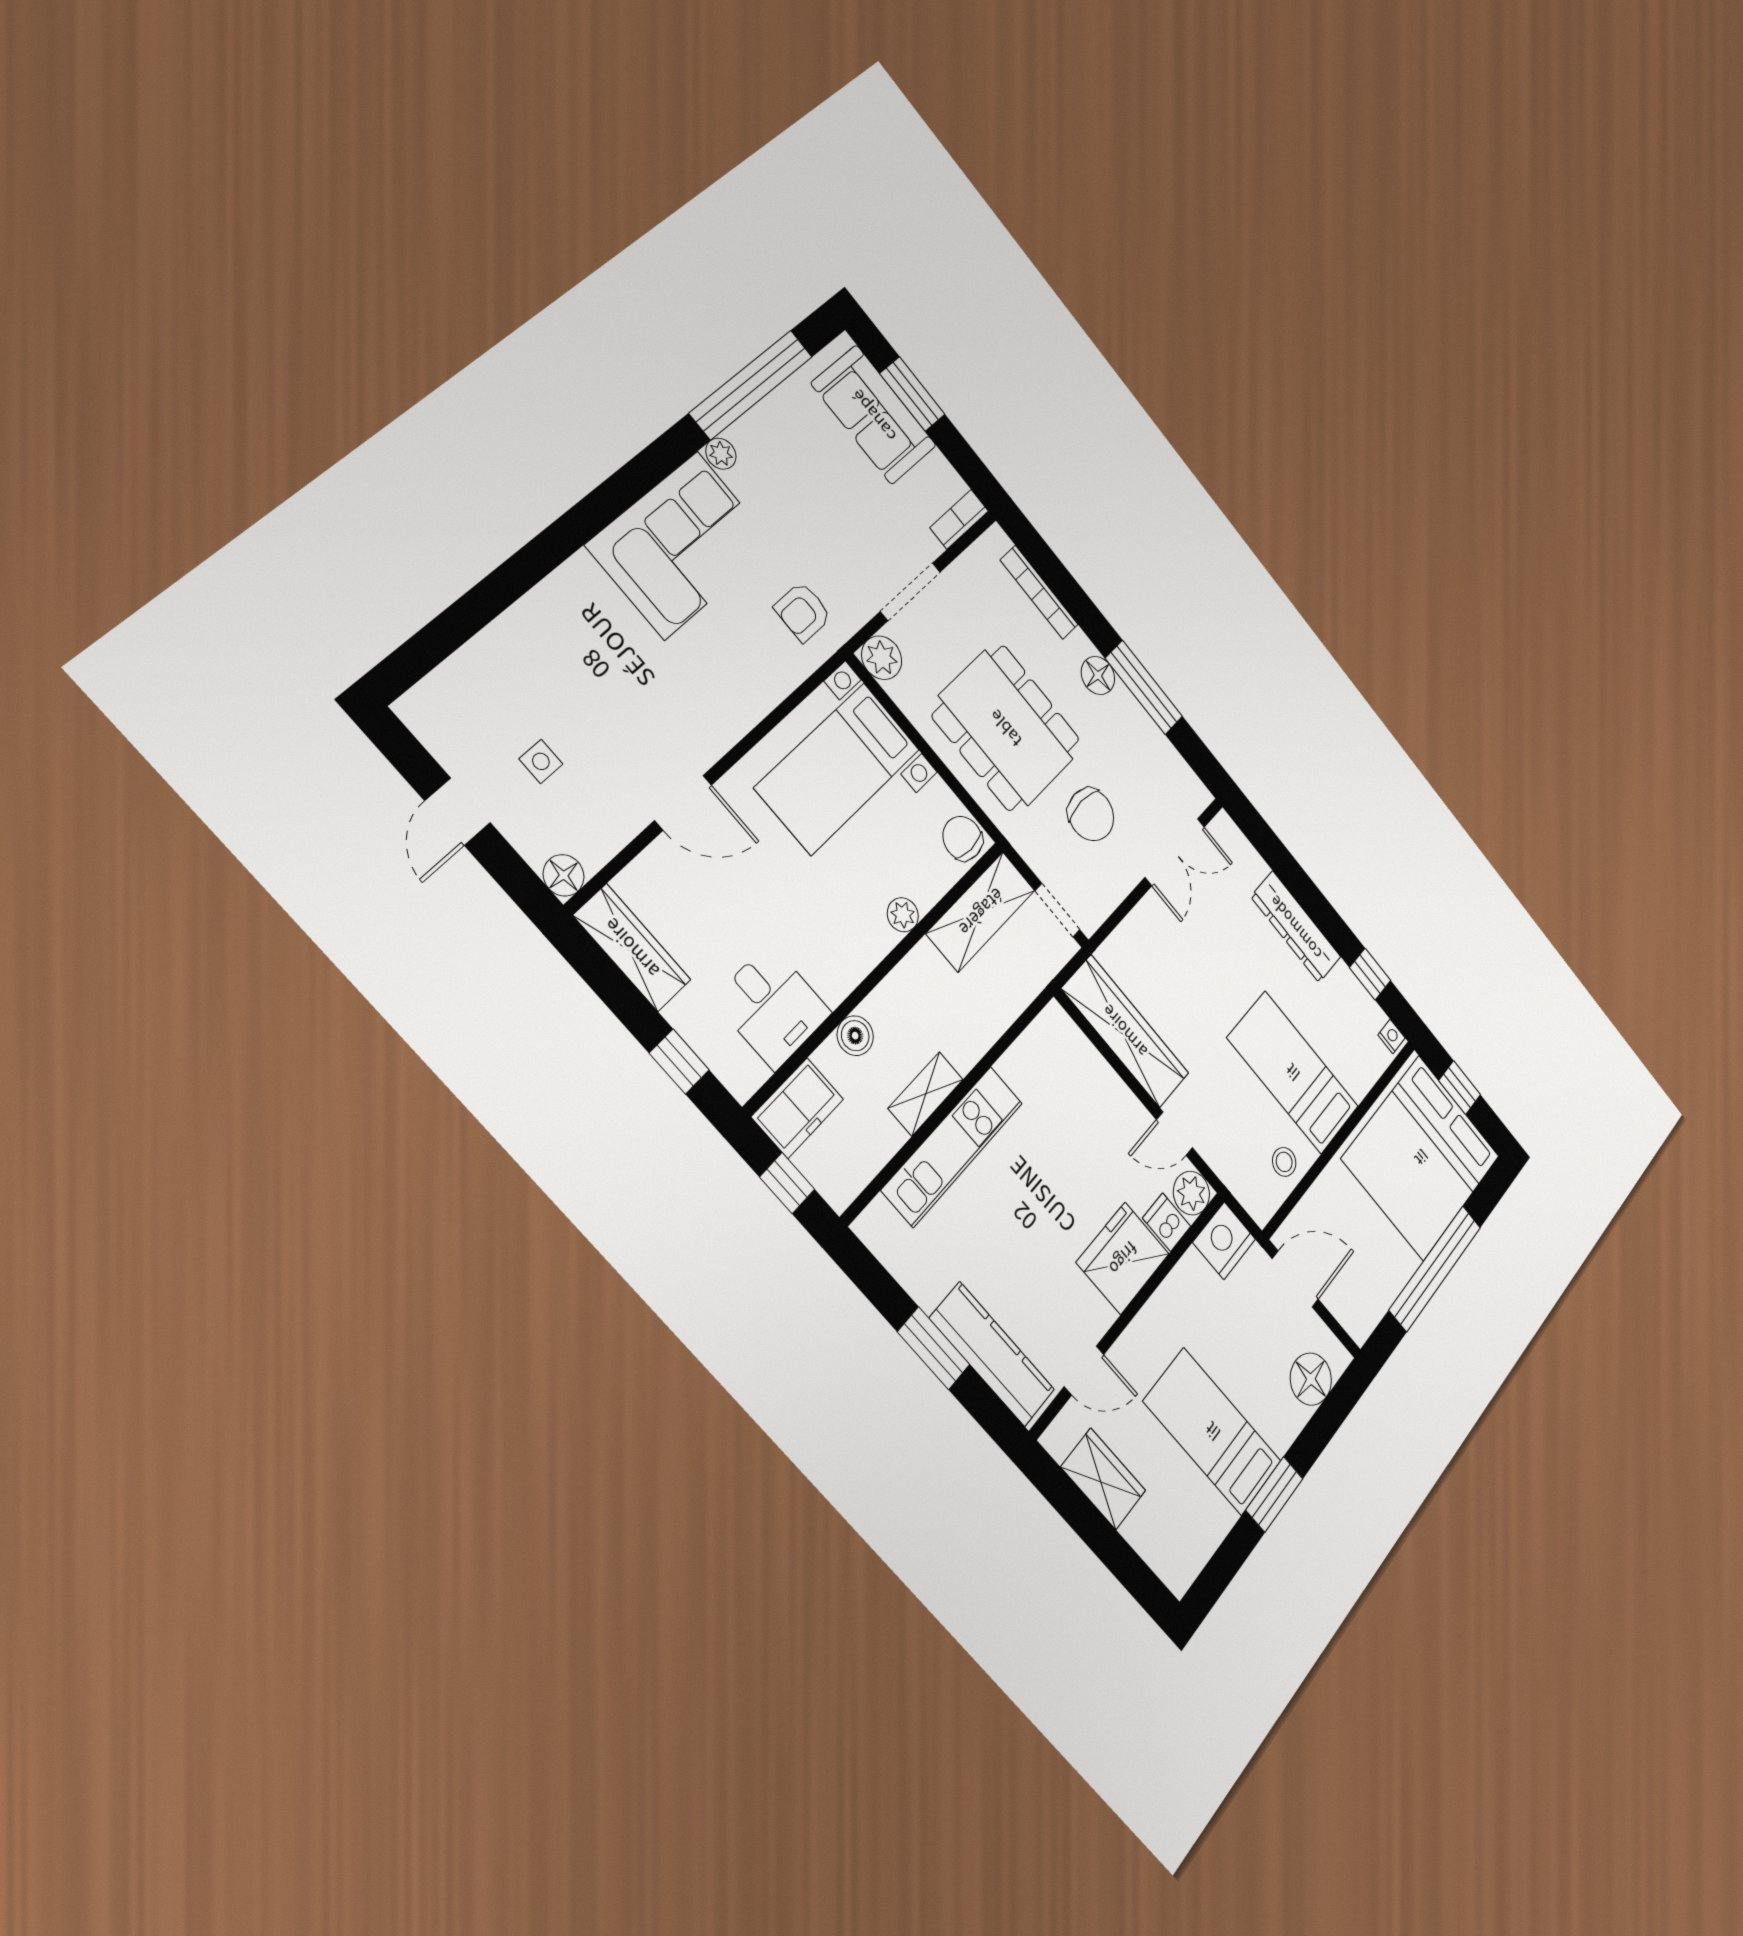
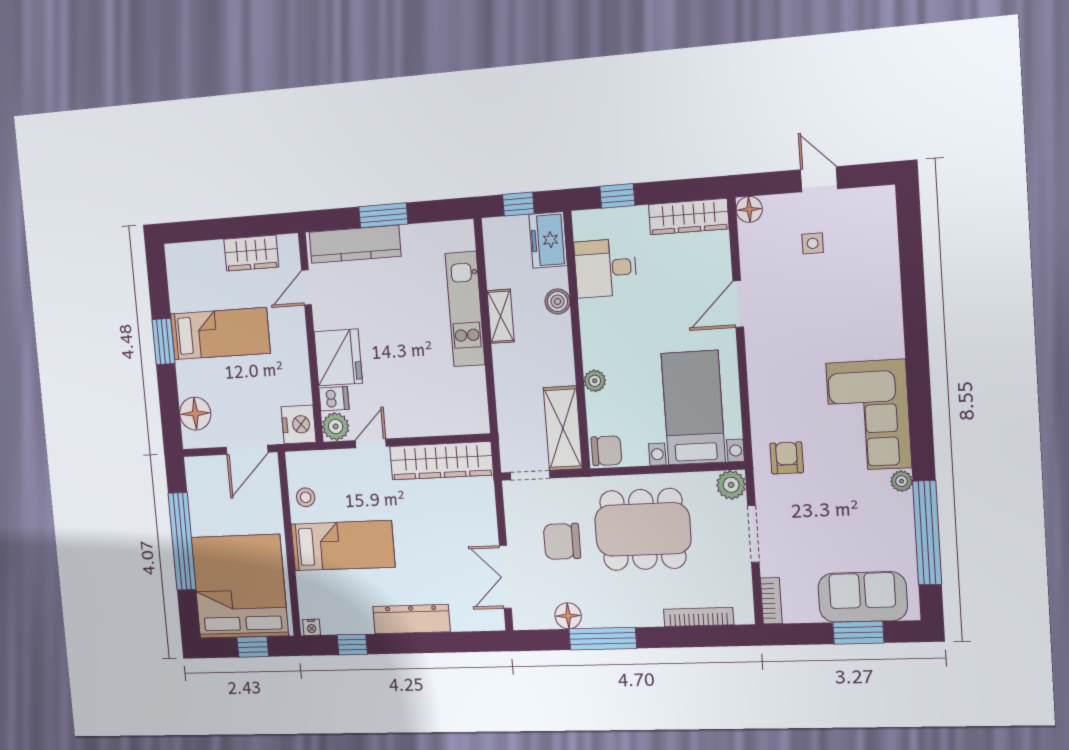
floor lamp: (1098, 675) -> (568, 616), moved

